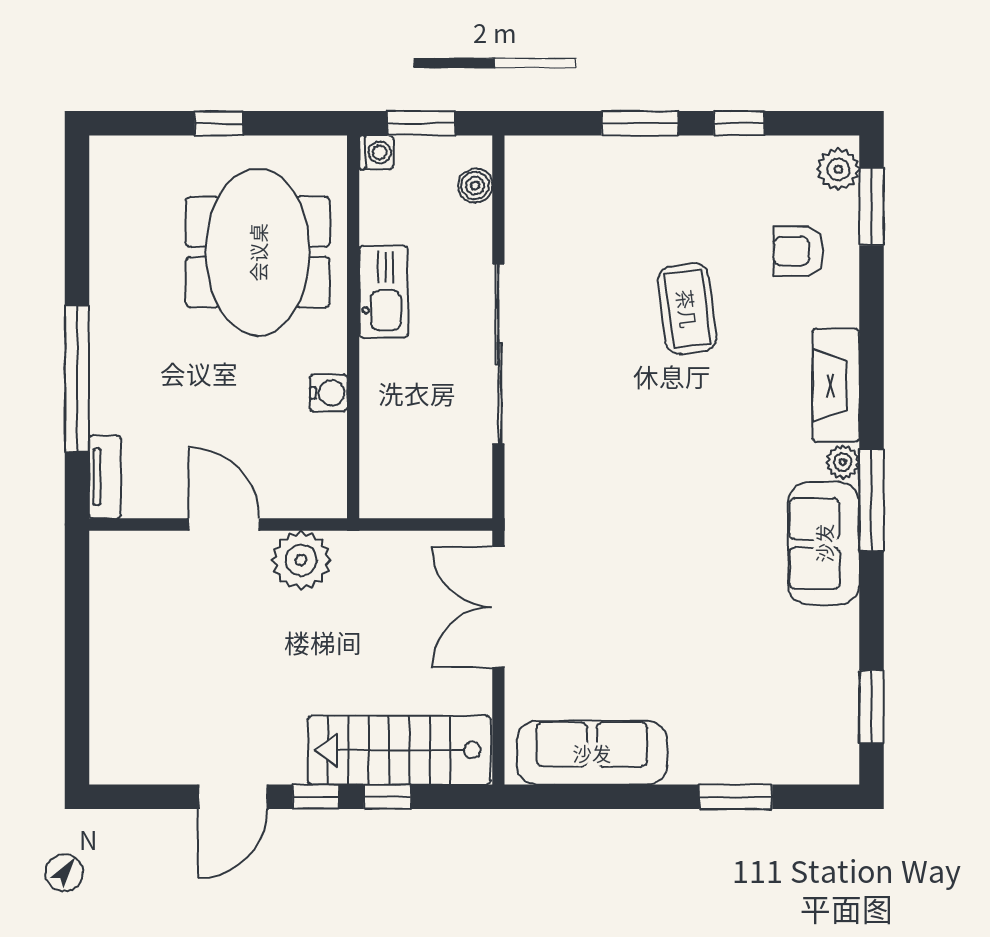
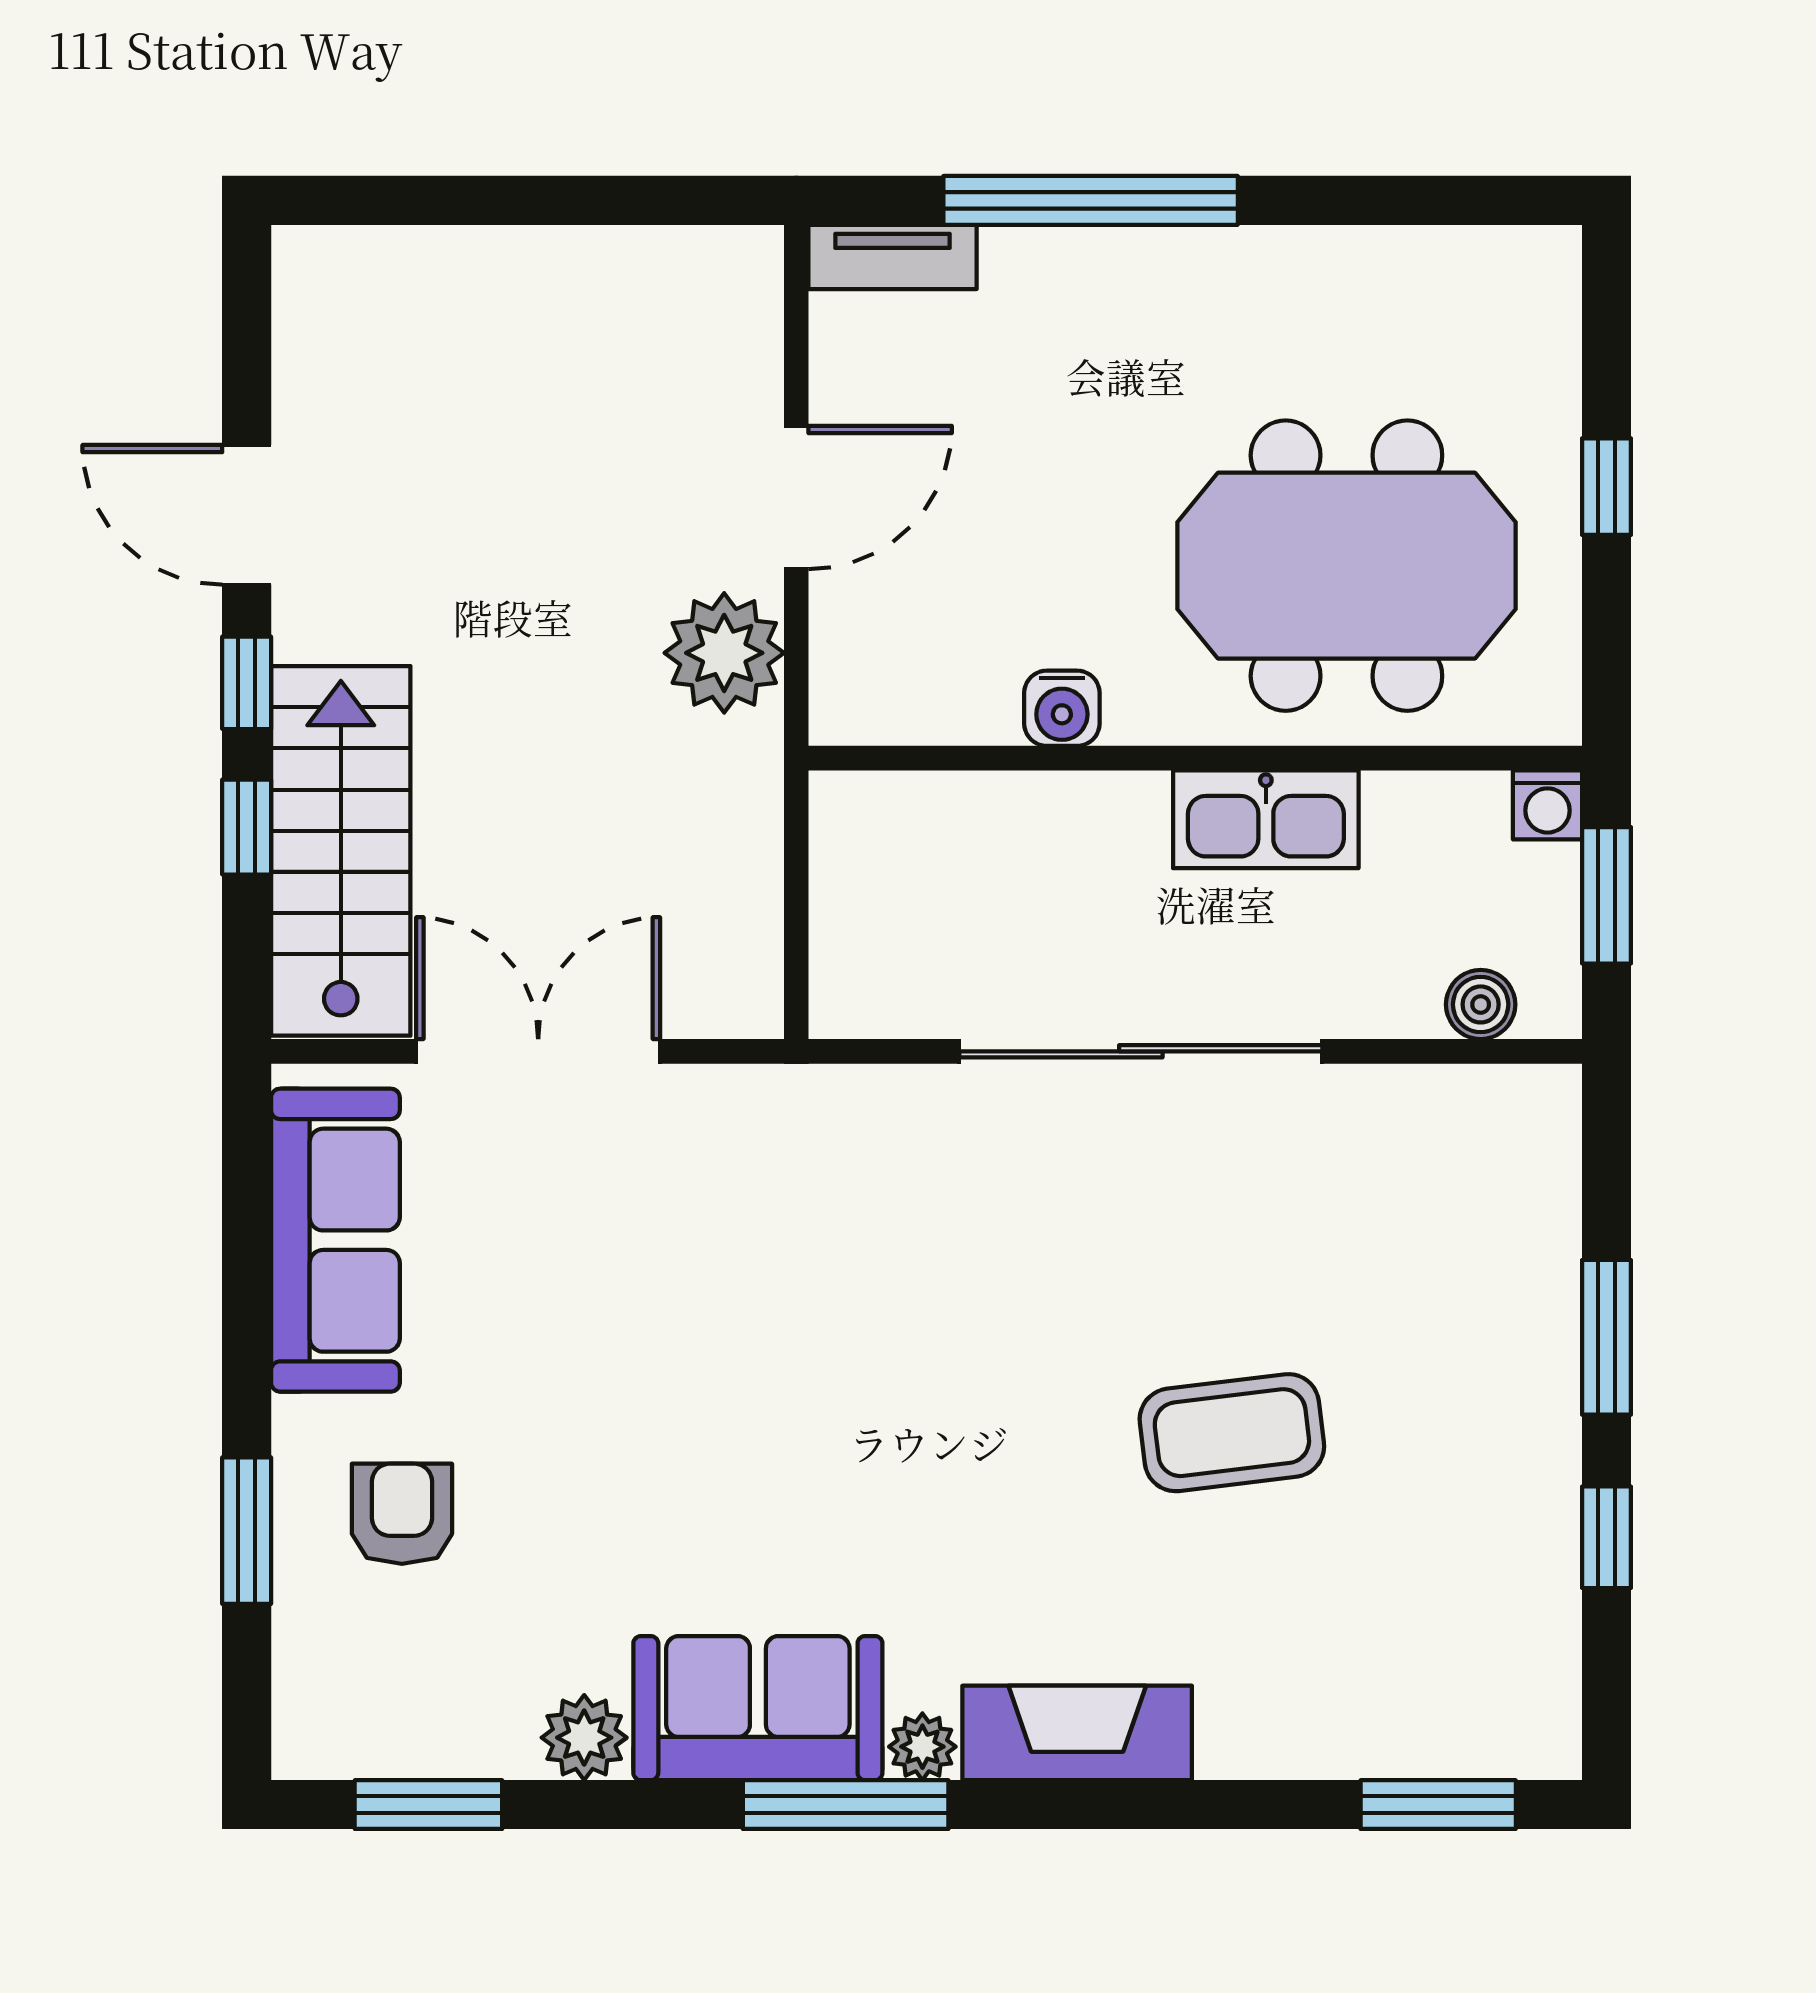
plant: (838, 169) -> (584, 1738), moved
armchair: (798, 251) -> (402, 1514), moved
double door: (498, 607) -> (538, 1051), moved

